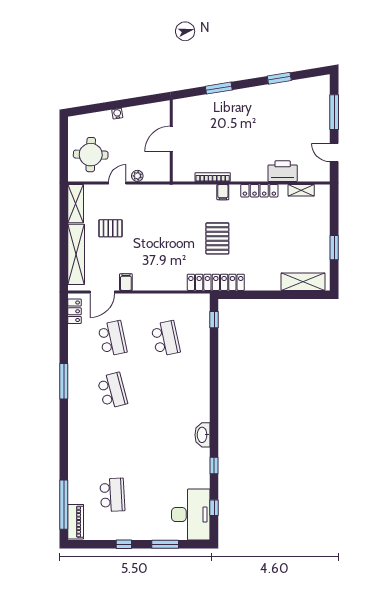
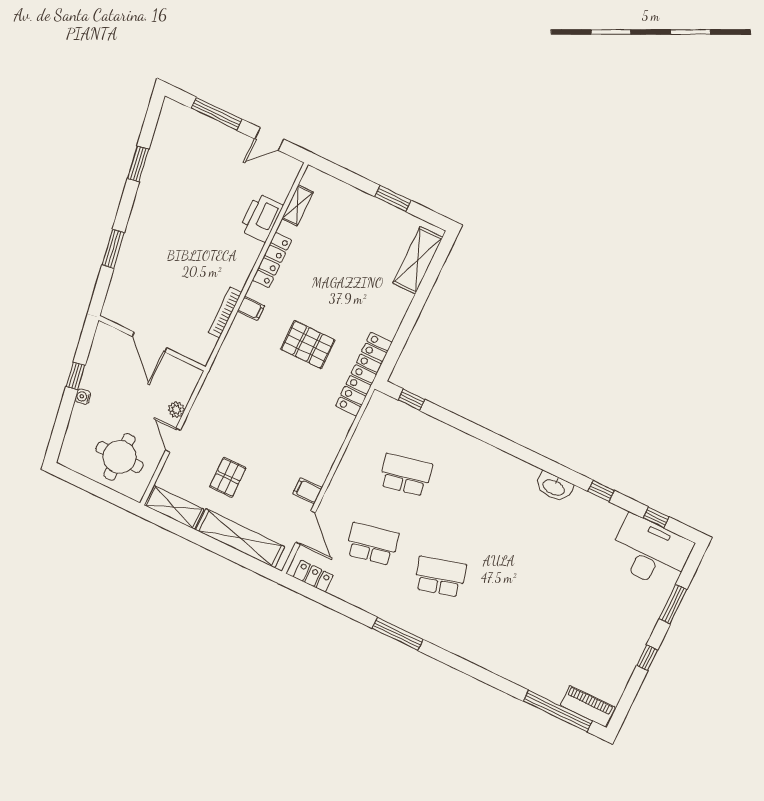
window: (128, 103) -> (75, 376), added
school desk: (112, 495) -> (576, 642), removed

